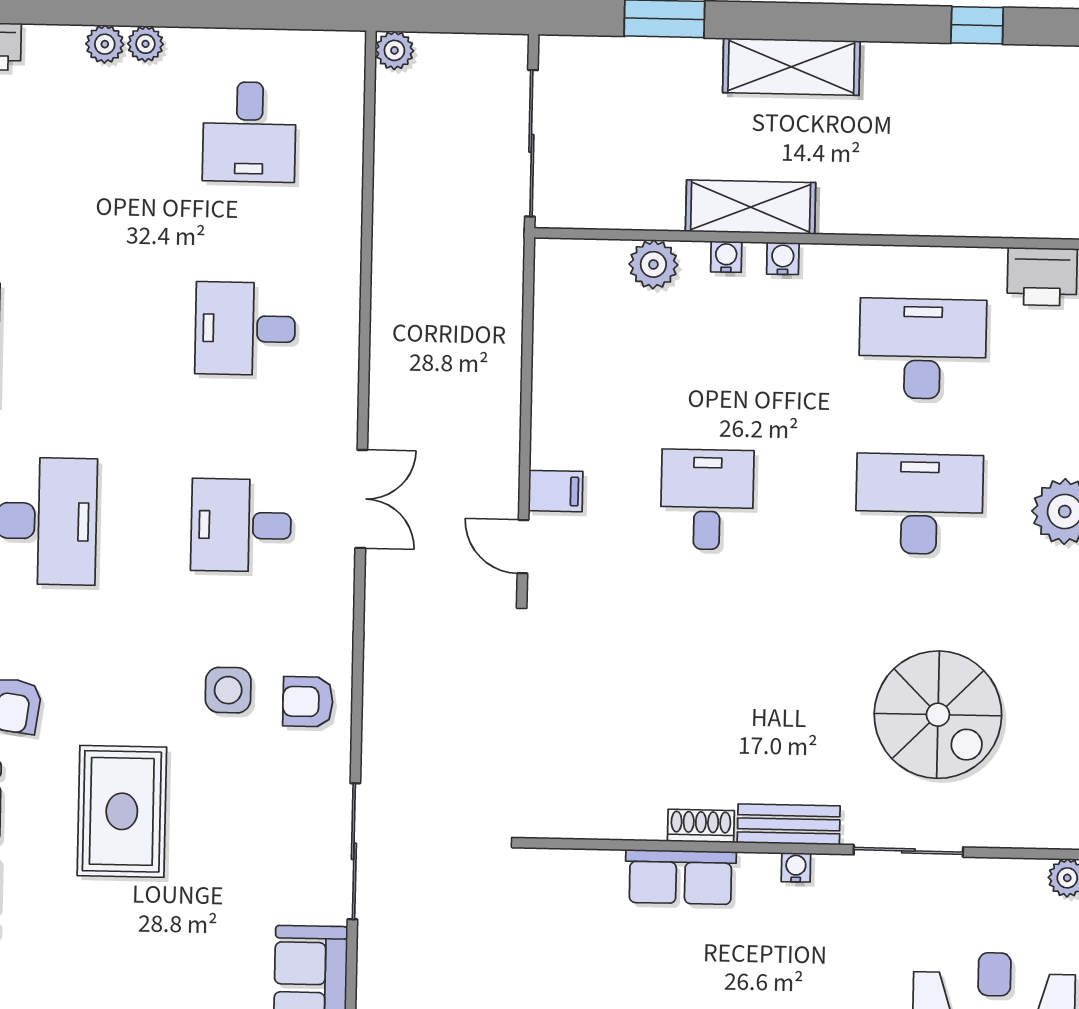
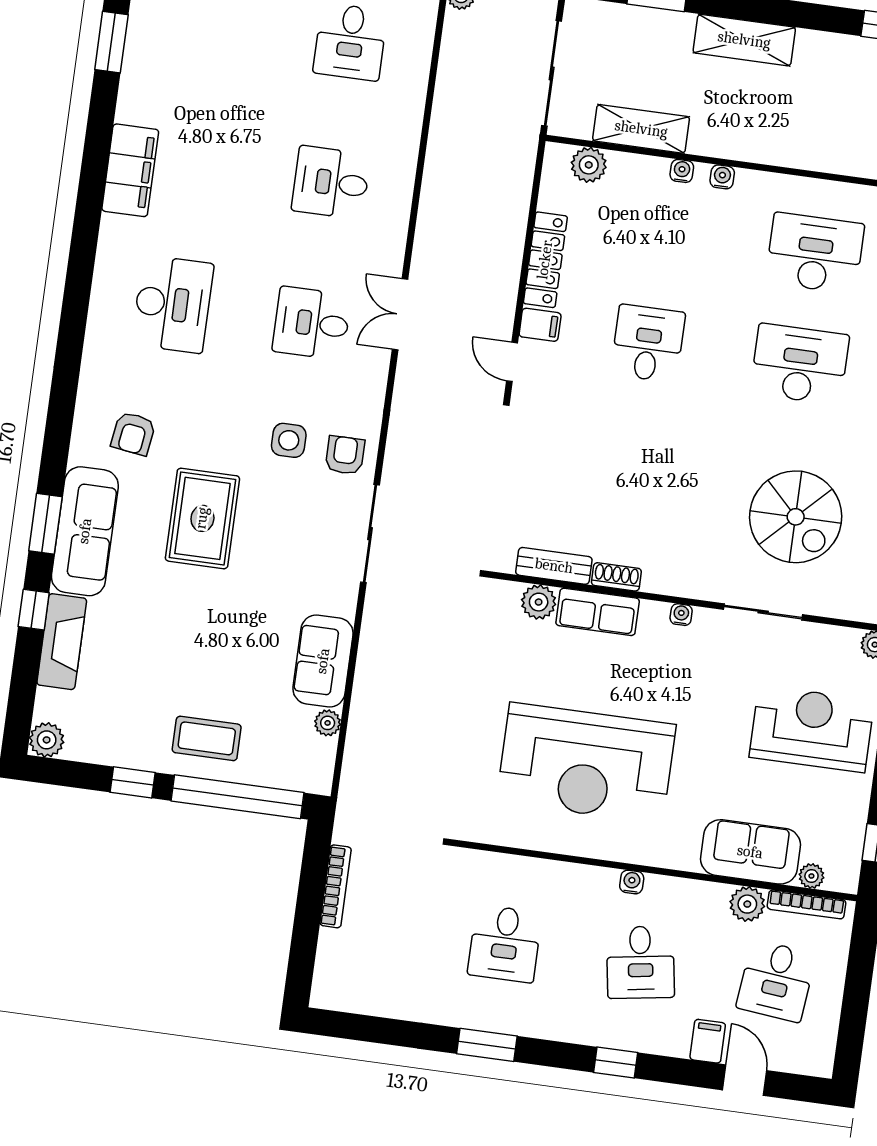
shelving: (751, 207) -> (641, 129), moved
plant: (653, 264) -> (589, 165), moved
locker: (553, 401) -> (545, 260), added
double door: (361, 499) -> (400, 314), swing flipped
armchair: (308, 702) -> (345, 455), turned 90
bench: (789, 824) -> (554, 566), moved
sliding door: (354, 851) -> (370, 534), moved
plant: (598, 873) -> (539, 602), added

